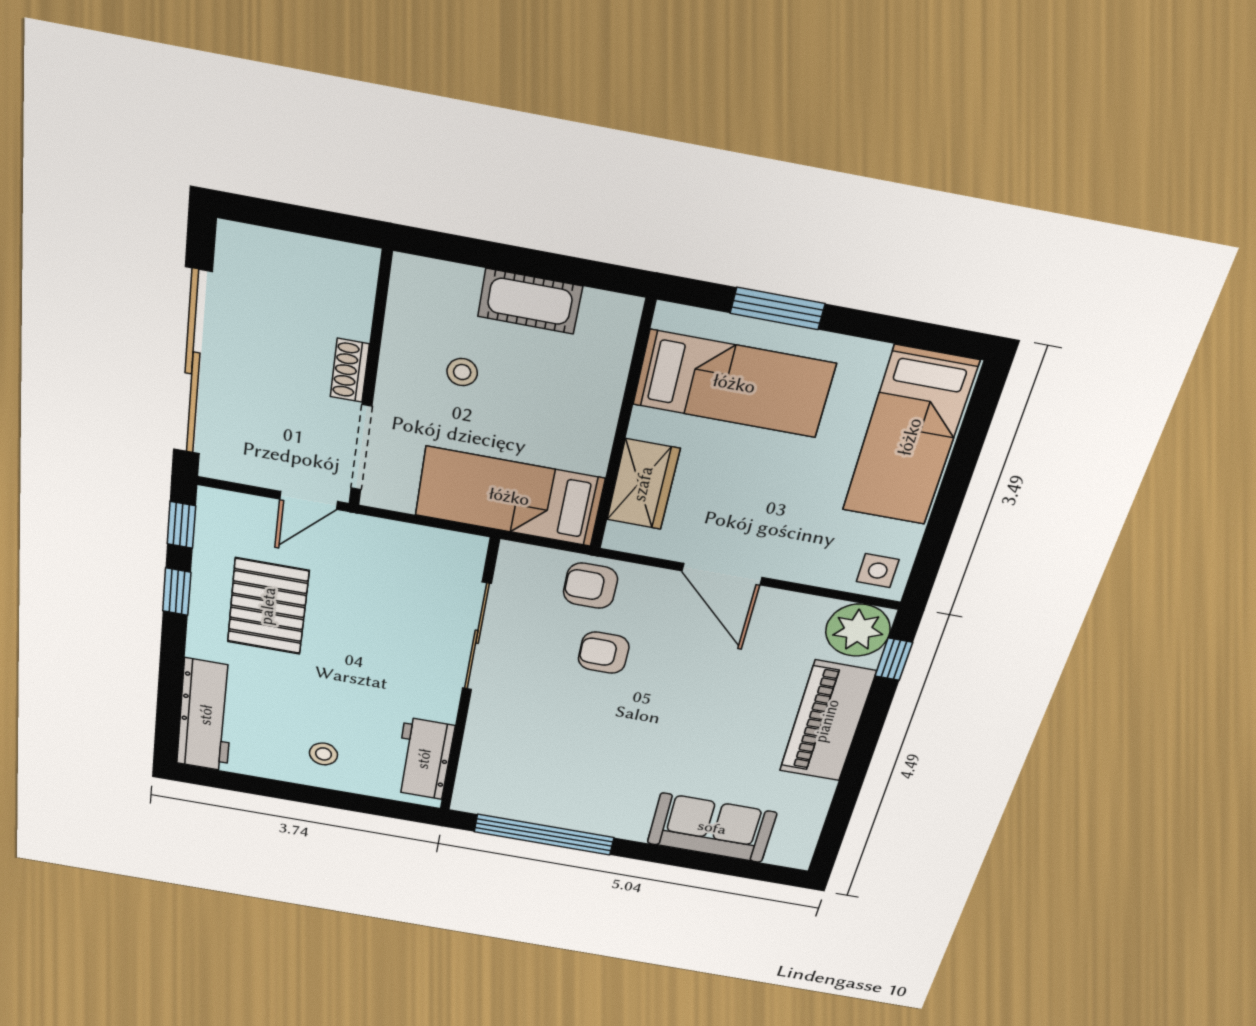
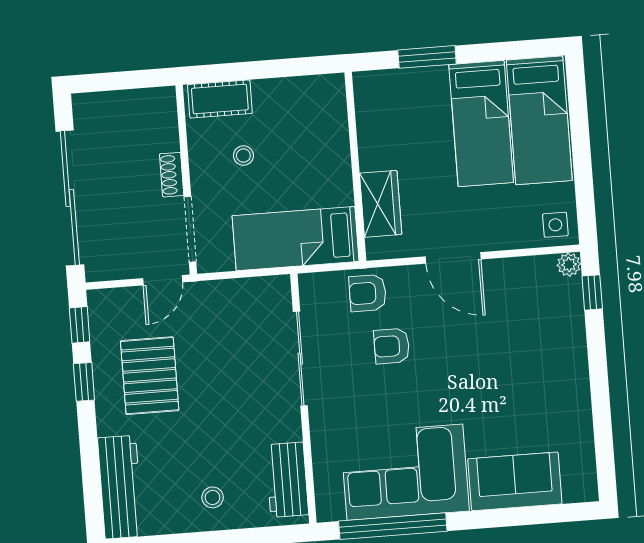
cot: (530, 301) -> (220, 99), moved
bed: (734, 384) -> (481, 123), moved, turned 90
plant: (858, 630) -> (569, 265), width x0.53, depth x0.53
piano: (827, 721) -> (565, 359), removed
corner sofa: (577, 787) -> (405, 472), added

